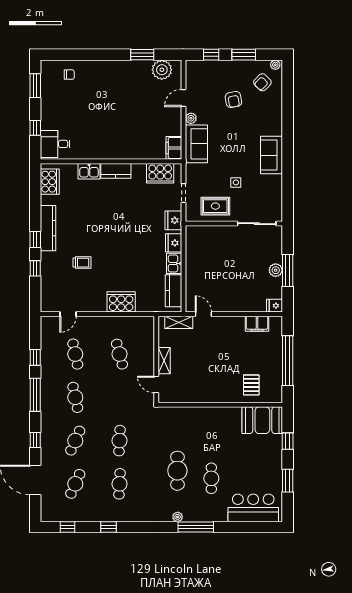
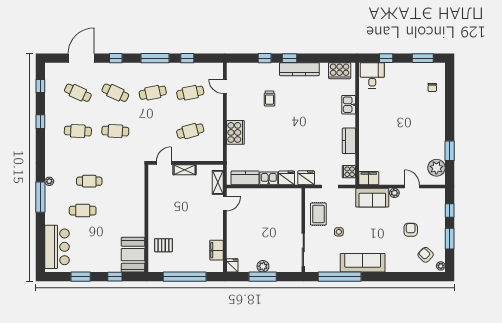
armchair: (233, 100) -> (411, 230), turned 100
sofa: (272, 155) -> (363, 263), width x1.36
kitchen counter: (116, 171) -> (349, 141), moved
cooker: (160, 173) -> (349, 172), width x0.53, depth x0.76
window: (288, 182) -> (340, 277), added
cafe table: (177, 471) -> (89, 181), width x0.73, depth x0.74

